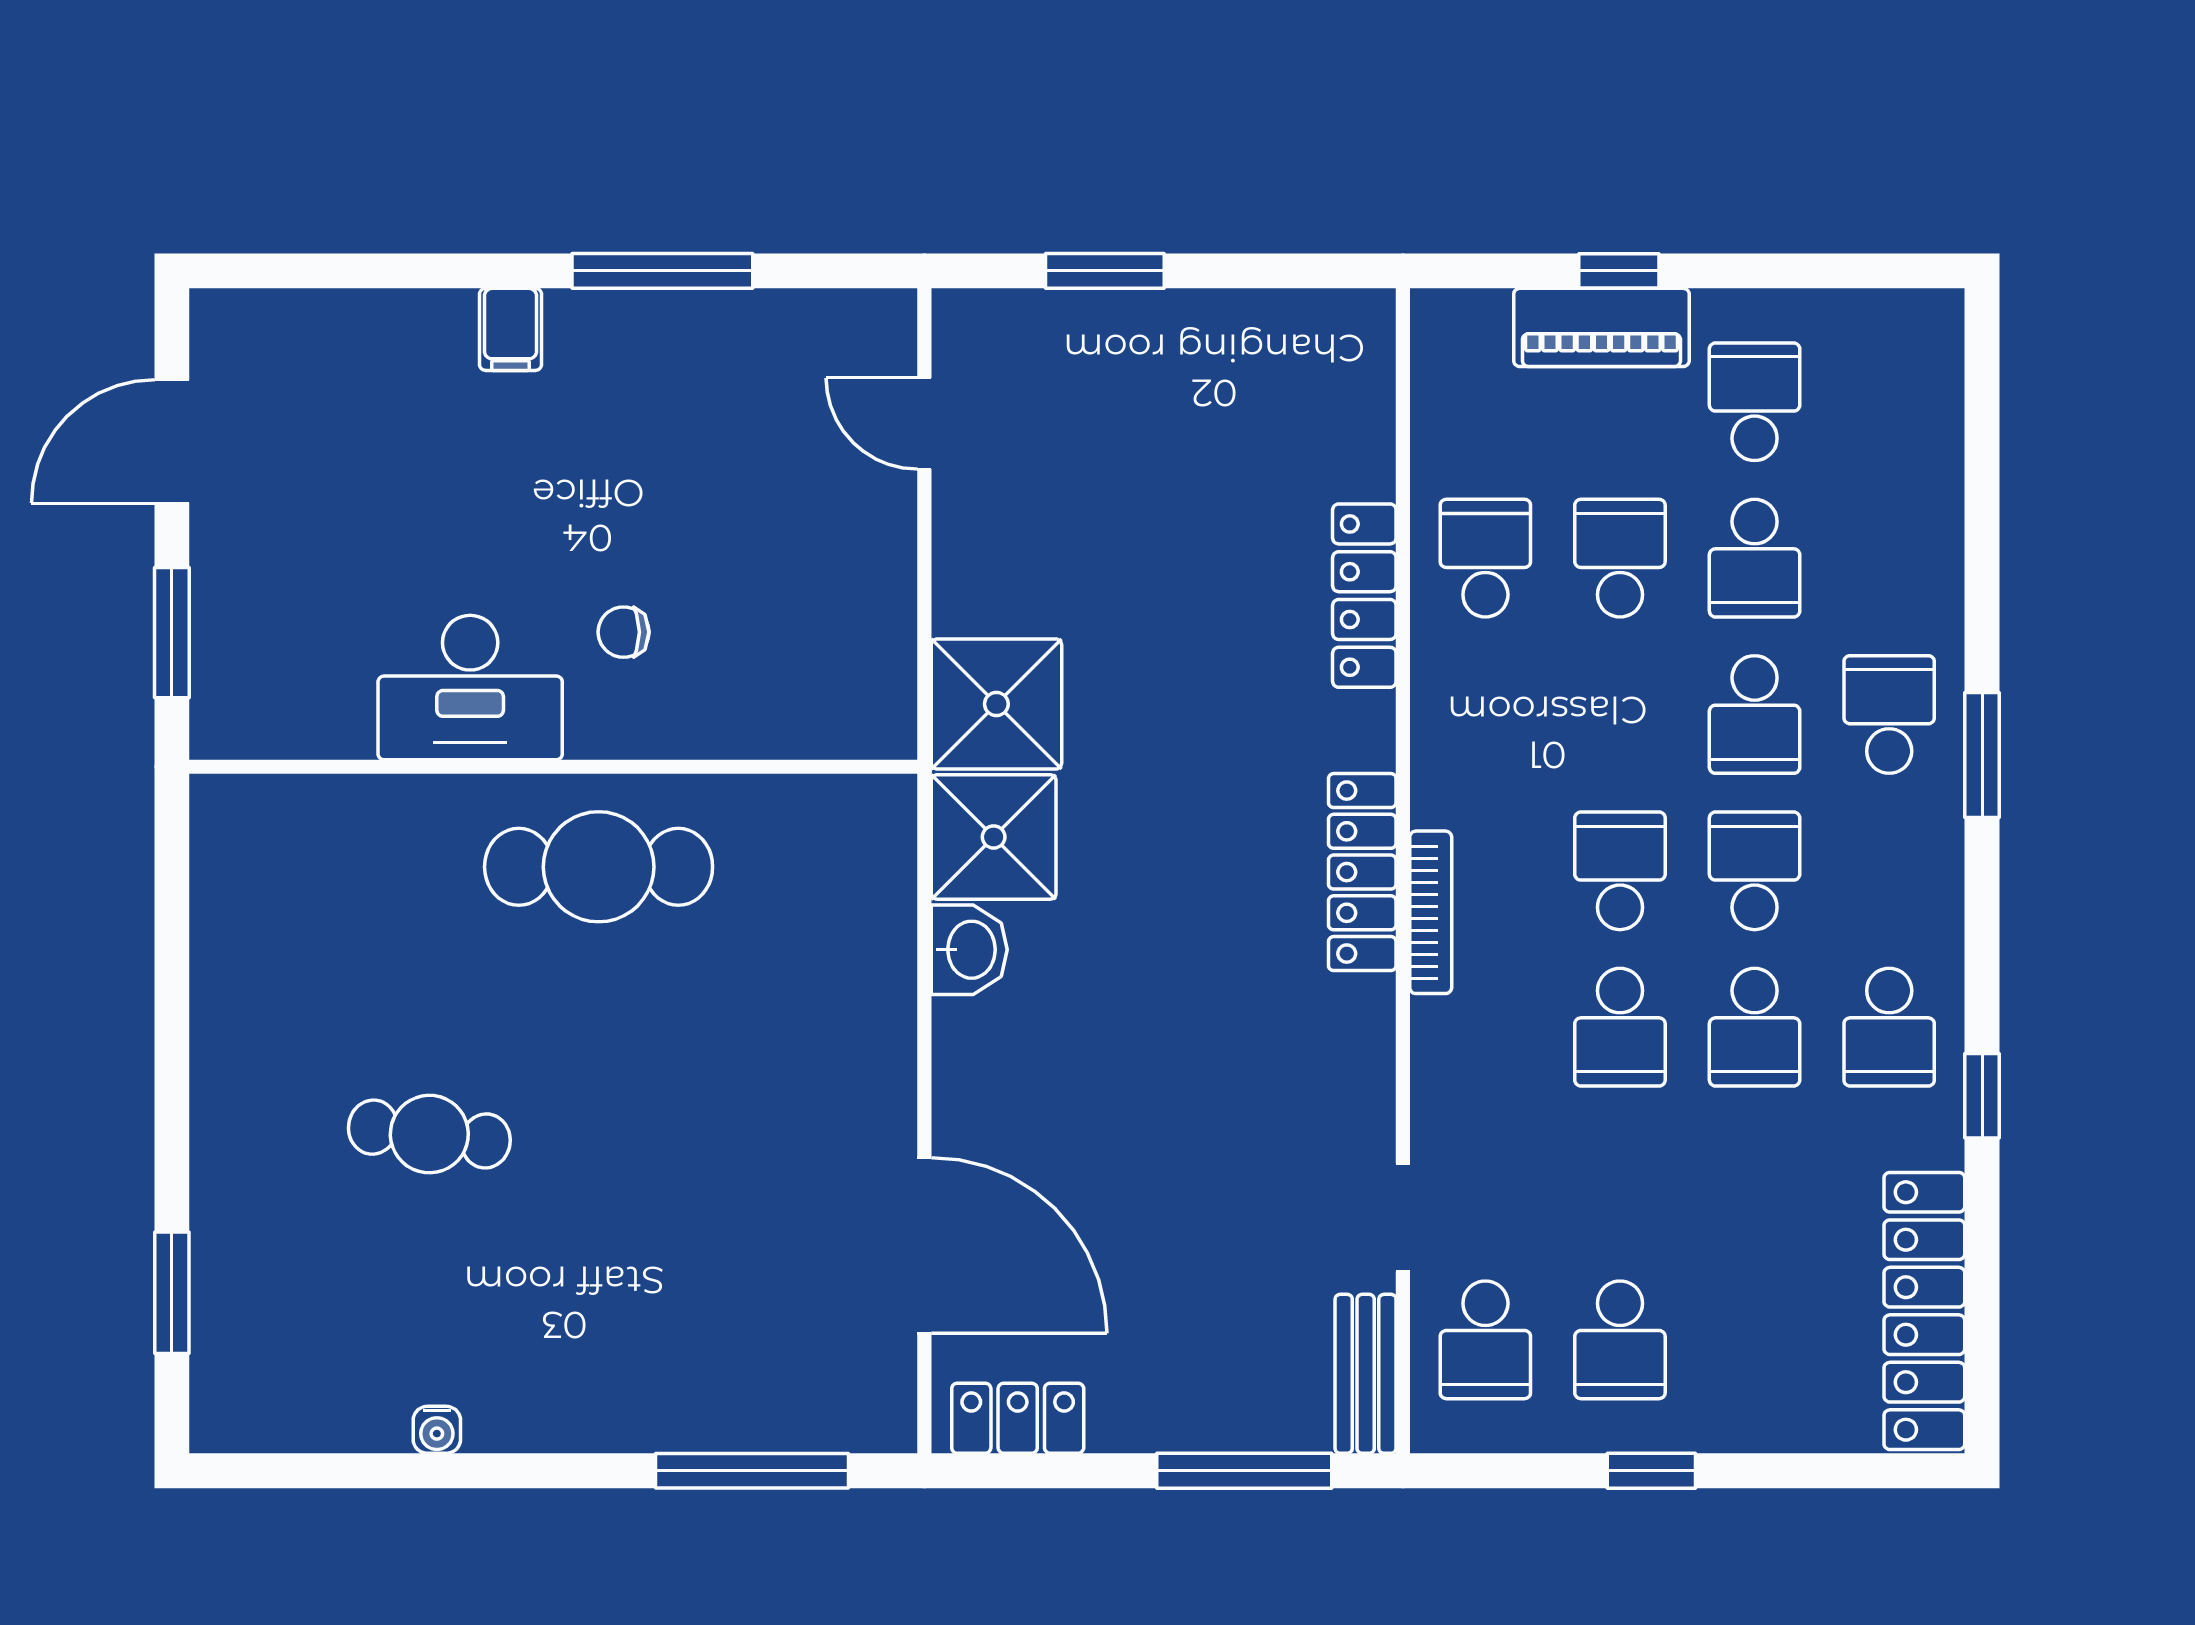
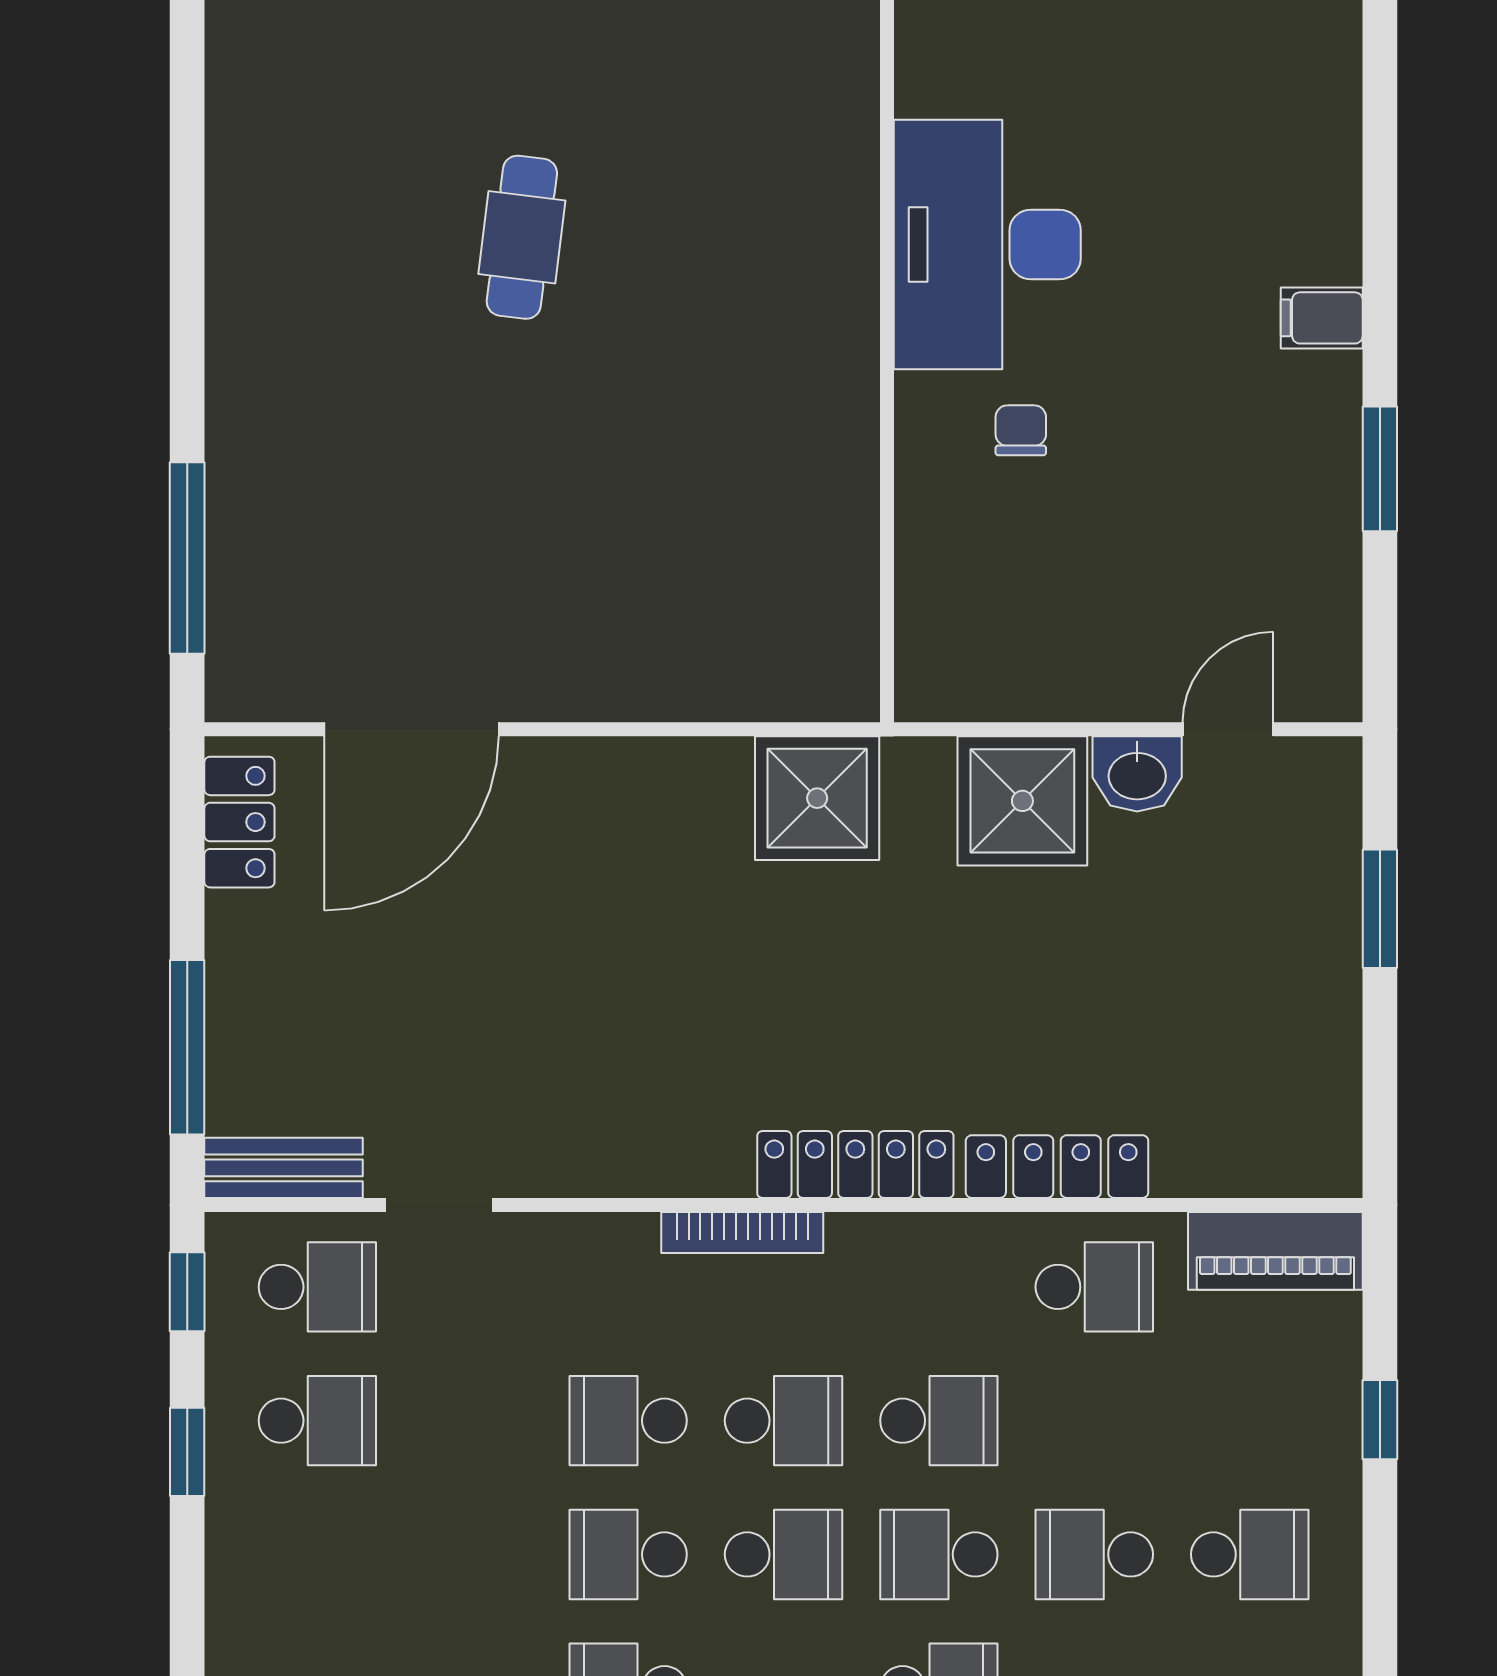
window: (662, 271) -> (1380, 469), width x0.69
piano: (1601, 327) -> (1275, 1251), moved, turned -90
school desk: (1620, 558) -> (939, 1421), moved
desk: (470, 688) -> (987, 244), width x1.36, depth x1.30
shower: (996, 704) -> (1022, 801), moved
cafe table: (599, 867) -> (788, 405), removed
locker: (1362, 872) -> (855, 1165), moved
washbasin: (969, 950) -> (1137, 774), moved
school desk: (1485, 1340) -> (317, 1287), turned 180
school desk: (1620, 1340) -> (317, 1421), turned 180
water cooler: (437, 1430) -> (228, 245), removed
window: (1490, 1471) -> (187, 1292), added

